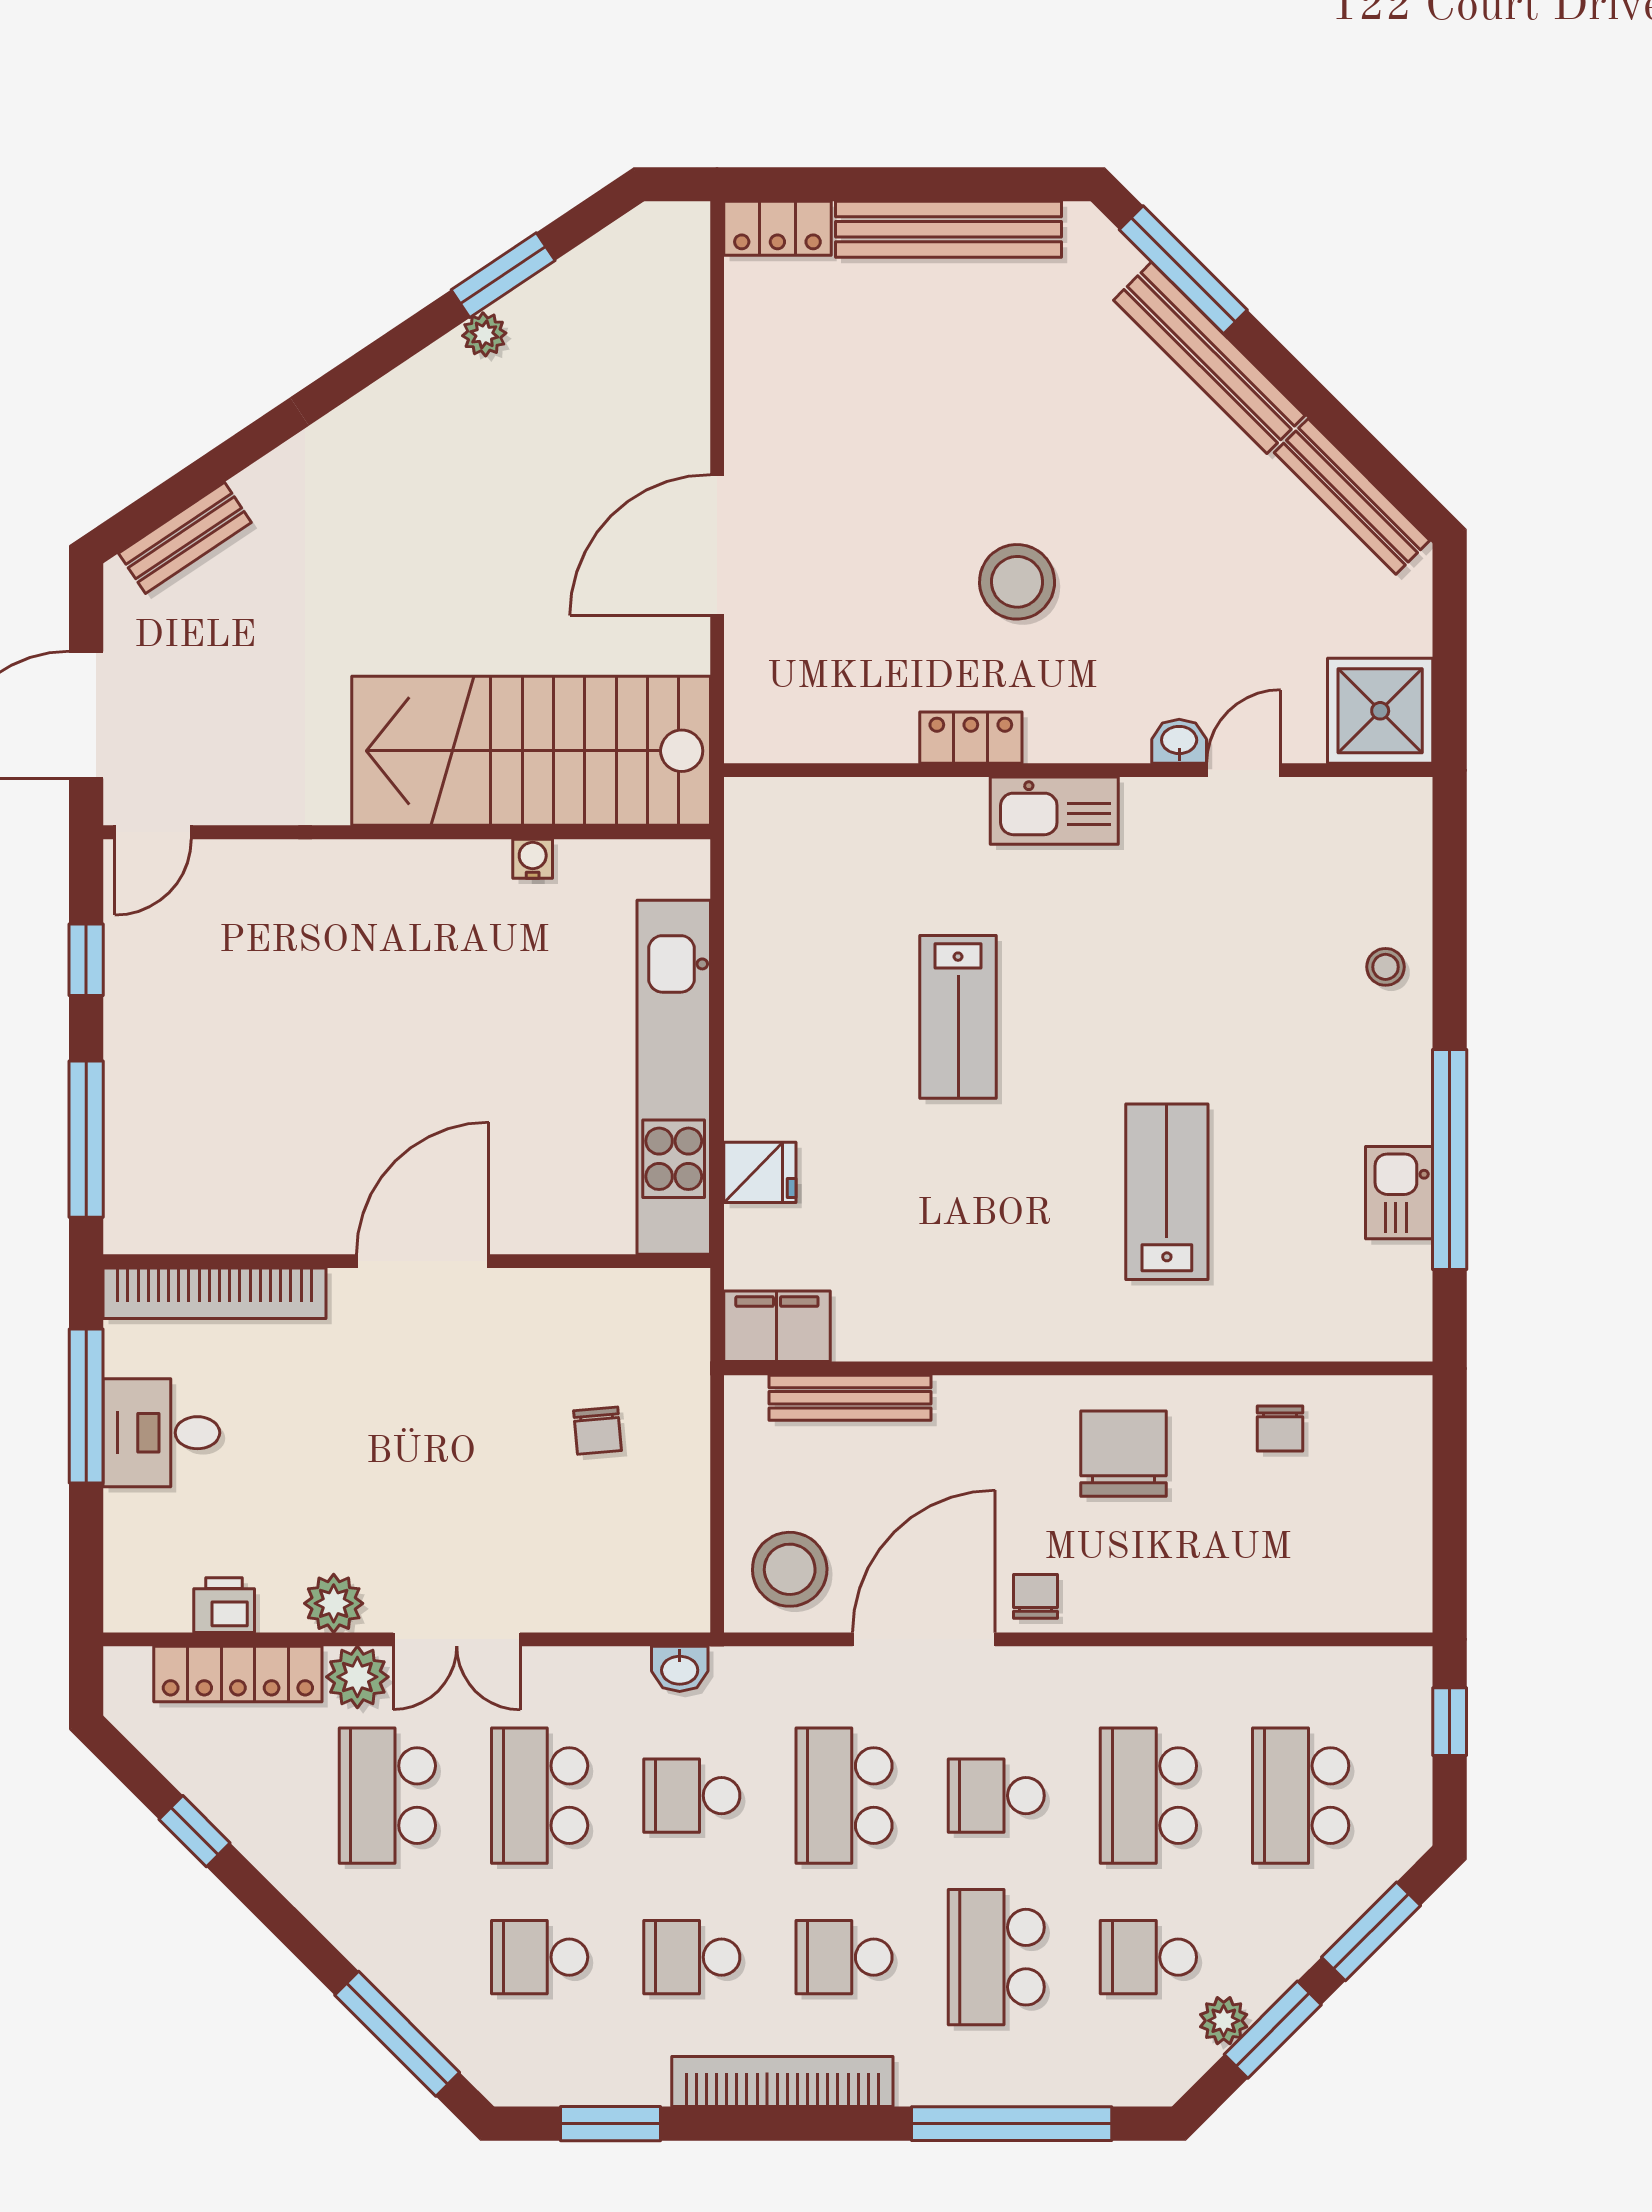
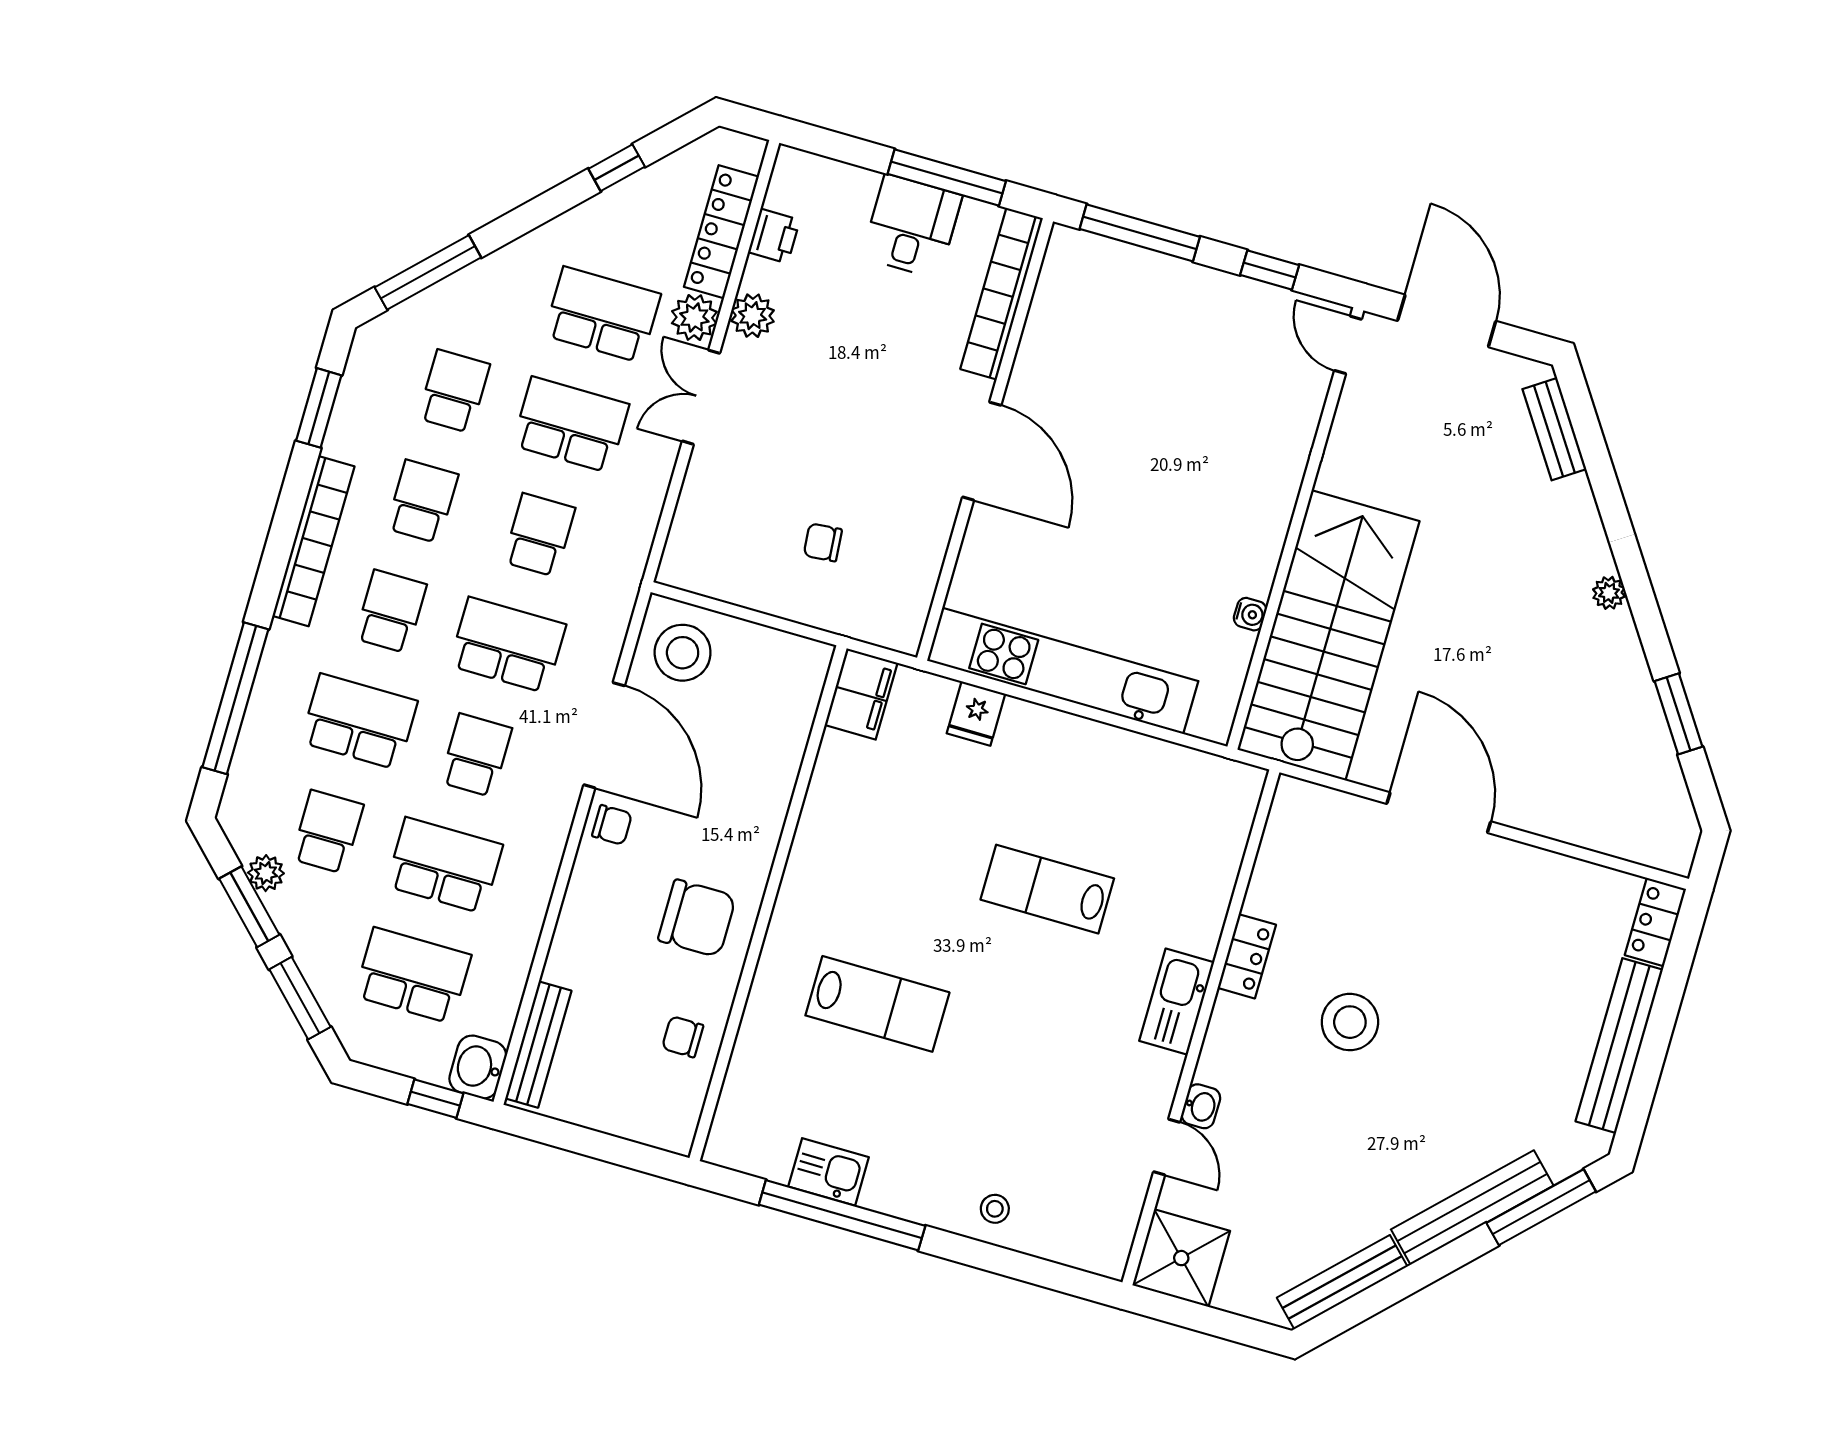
plant: (484, 334) -> (1609, 593), moved
bench: (850, 1398) -> (538, 1045), moved
washbasin: (680, 1669) -> (478, 1067), moved, width x1.38, depth x1.45

